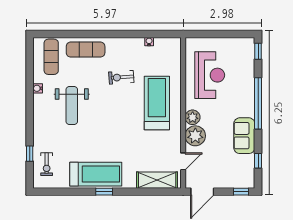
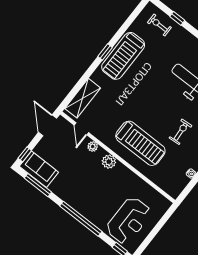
reception desk: (210, 75) -> (129, 221), moved, turned -90
plant: (195, 136) -> (93, 147), width x0.53, depth x0.53
sofa: (244, 136) -> (39, 169), moved
window: (258, 161) -> (38, 185), width x2.17

